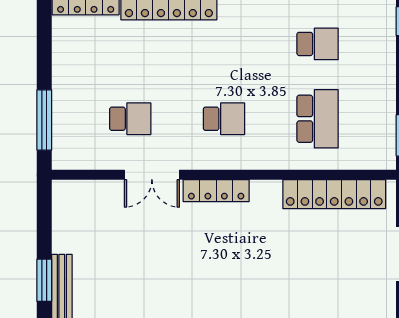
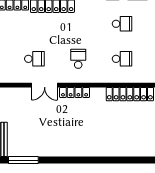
school desk: (224, 119) -> (78, 59), turned -90
school desk: (318, 119) -> (122, 59), width x0.54

